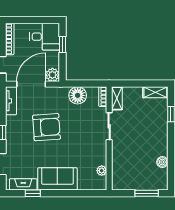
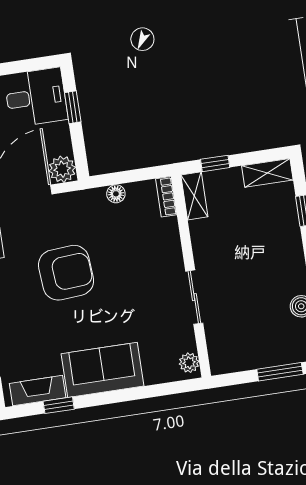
window: (130, 84) -> (215, 163), added
floor lamp: (78, 95) -> (116, 194), width x0.53, depth x0.53
sliding door: (109, 126) -> (194, 297), moved
plant: (102, 171) -> (189, 363), moved

